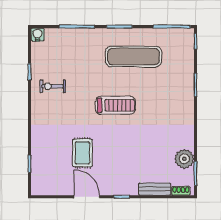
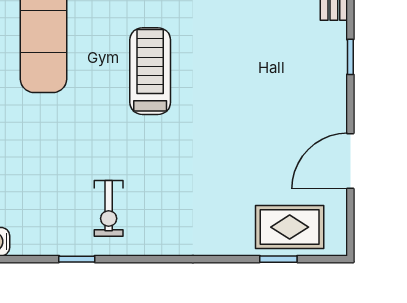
rug: (82, 153) -> (290, 227), moved
door: (87, 197) -> (350, 161), moved

